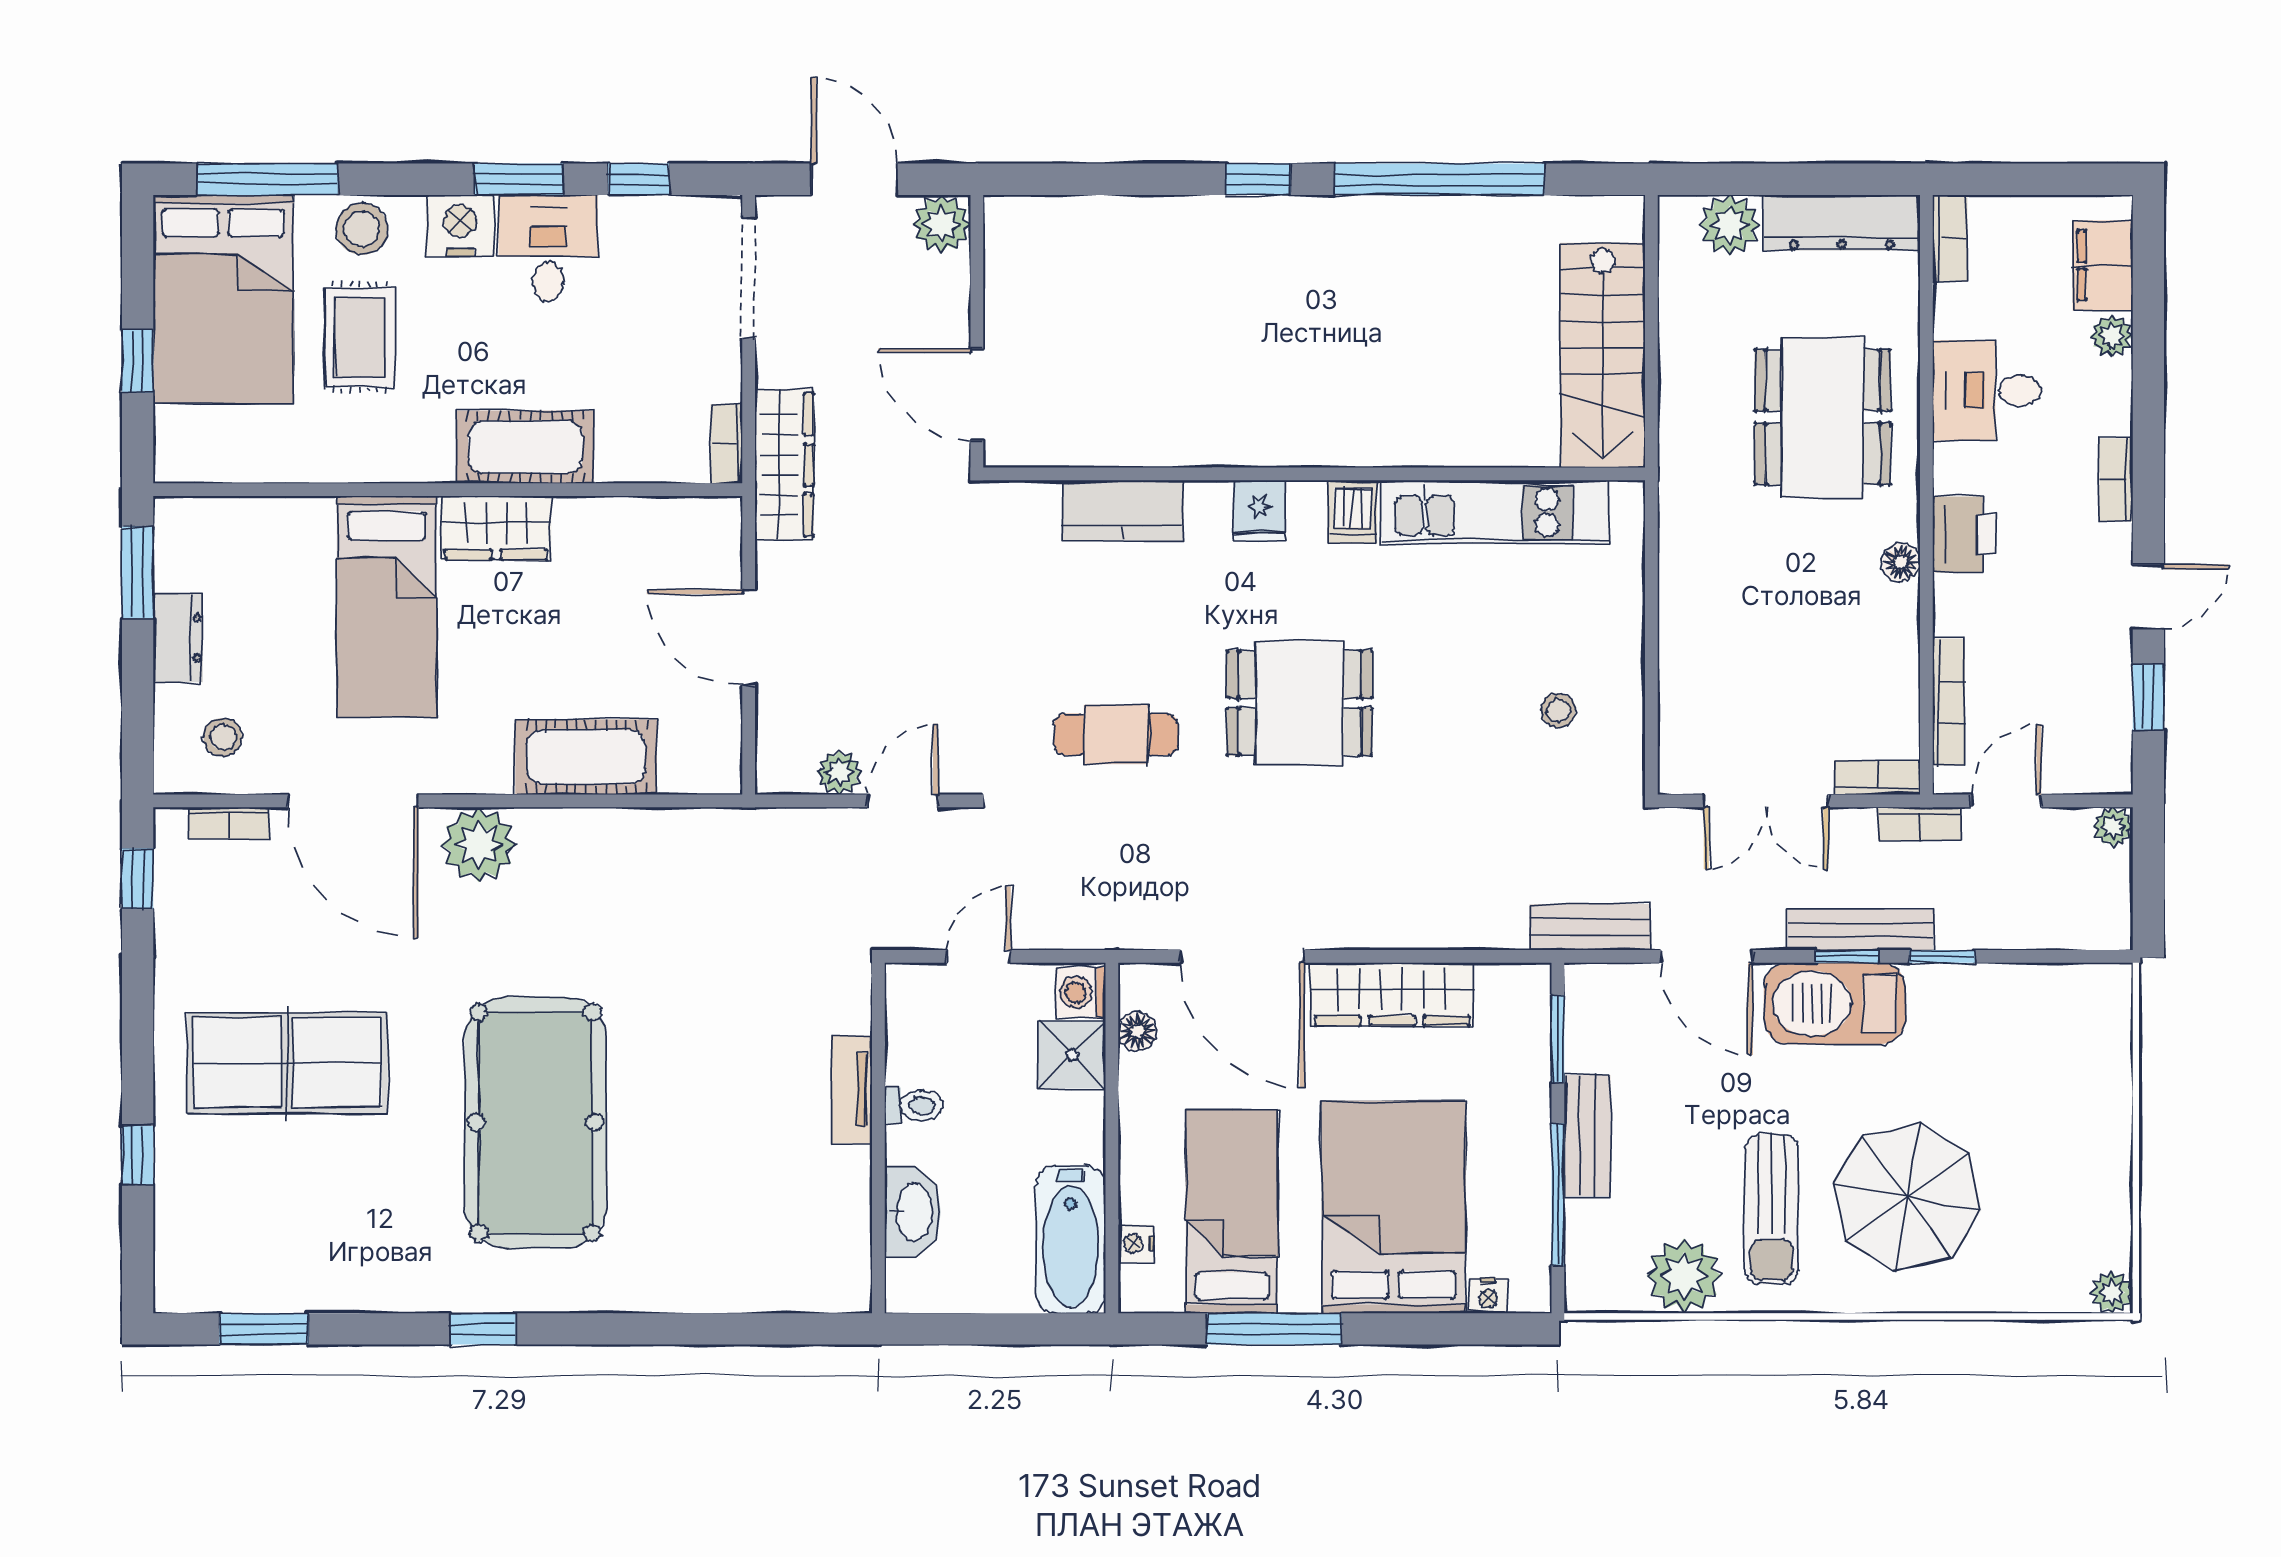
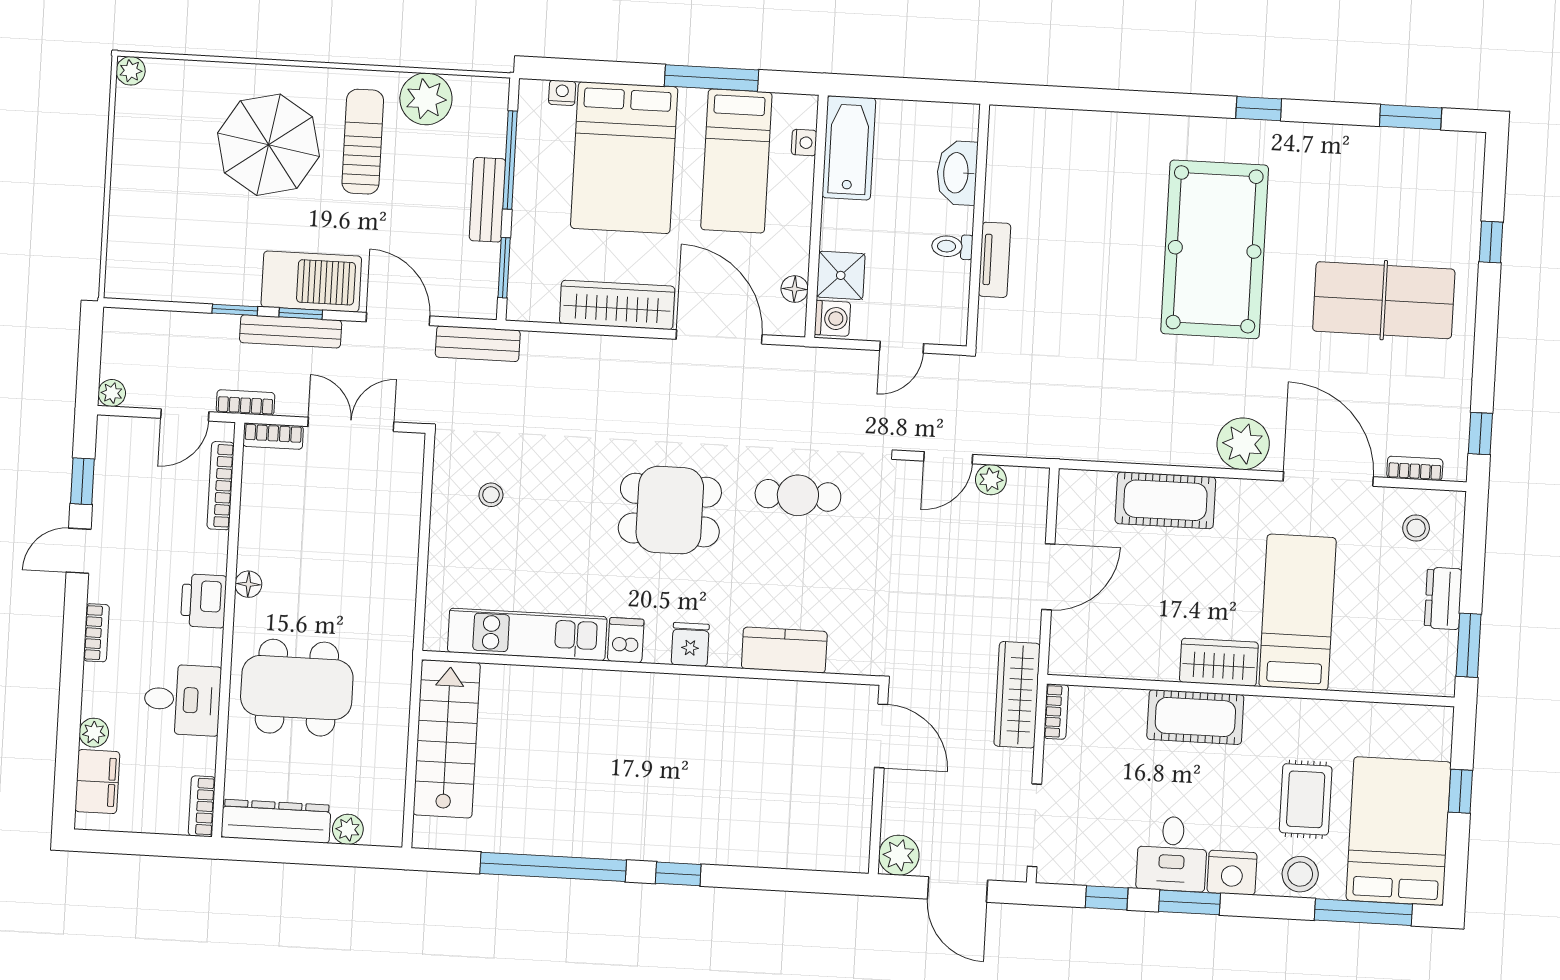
plant: (1730, 225) -> (348, 829), width x0.73, depth x0.73
dining table: (1823, 417) -> (297, 688), turned 90
door: (749, 637) -> (1048, 577), hinge flipped

